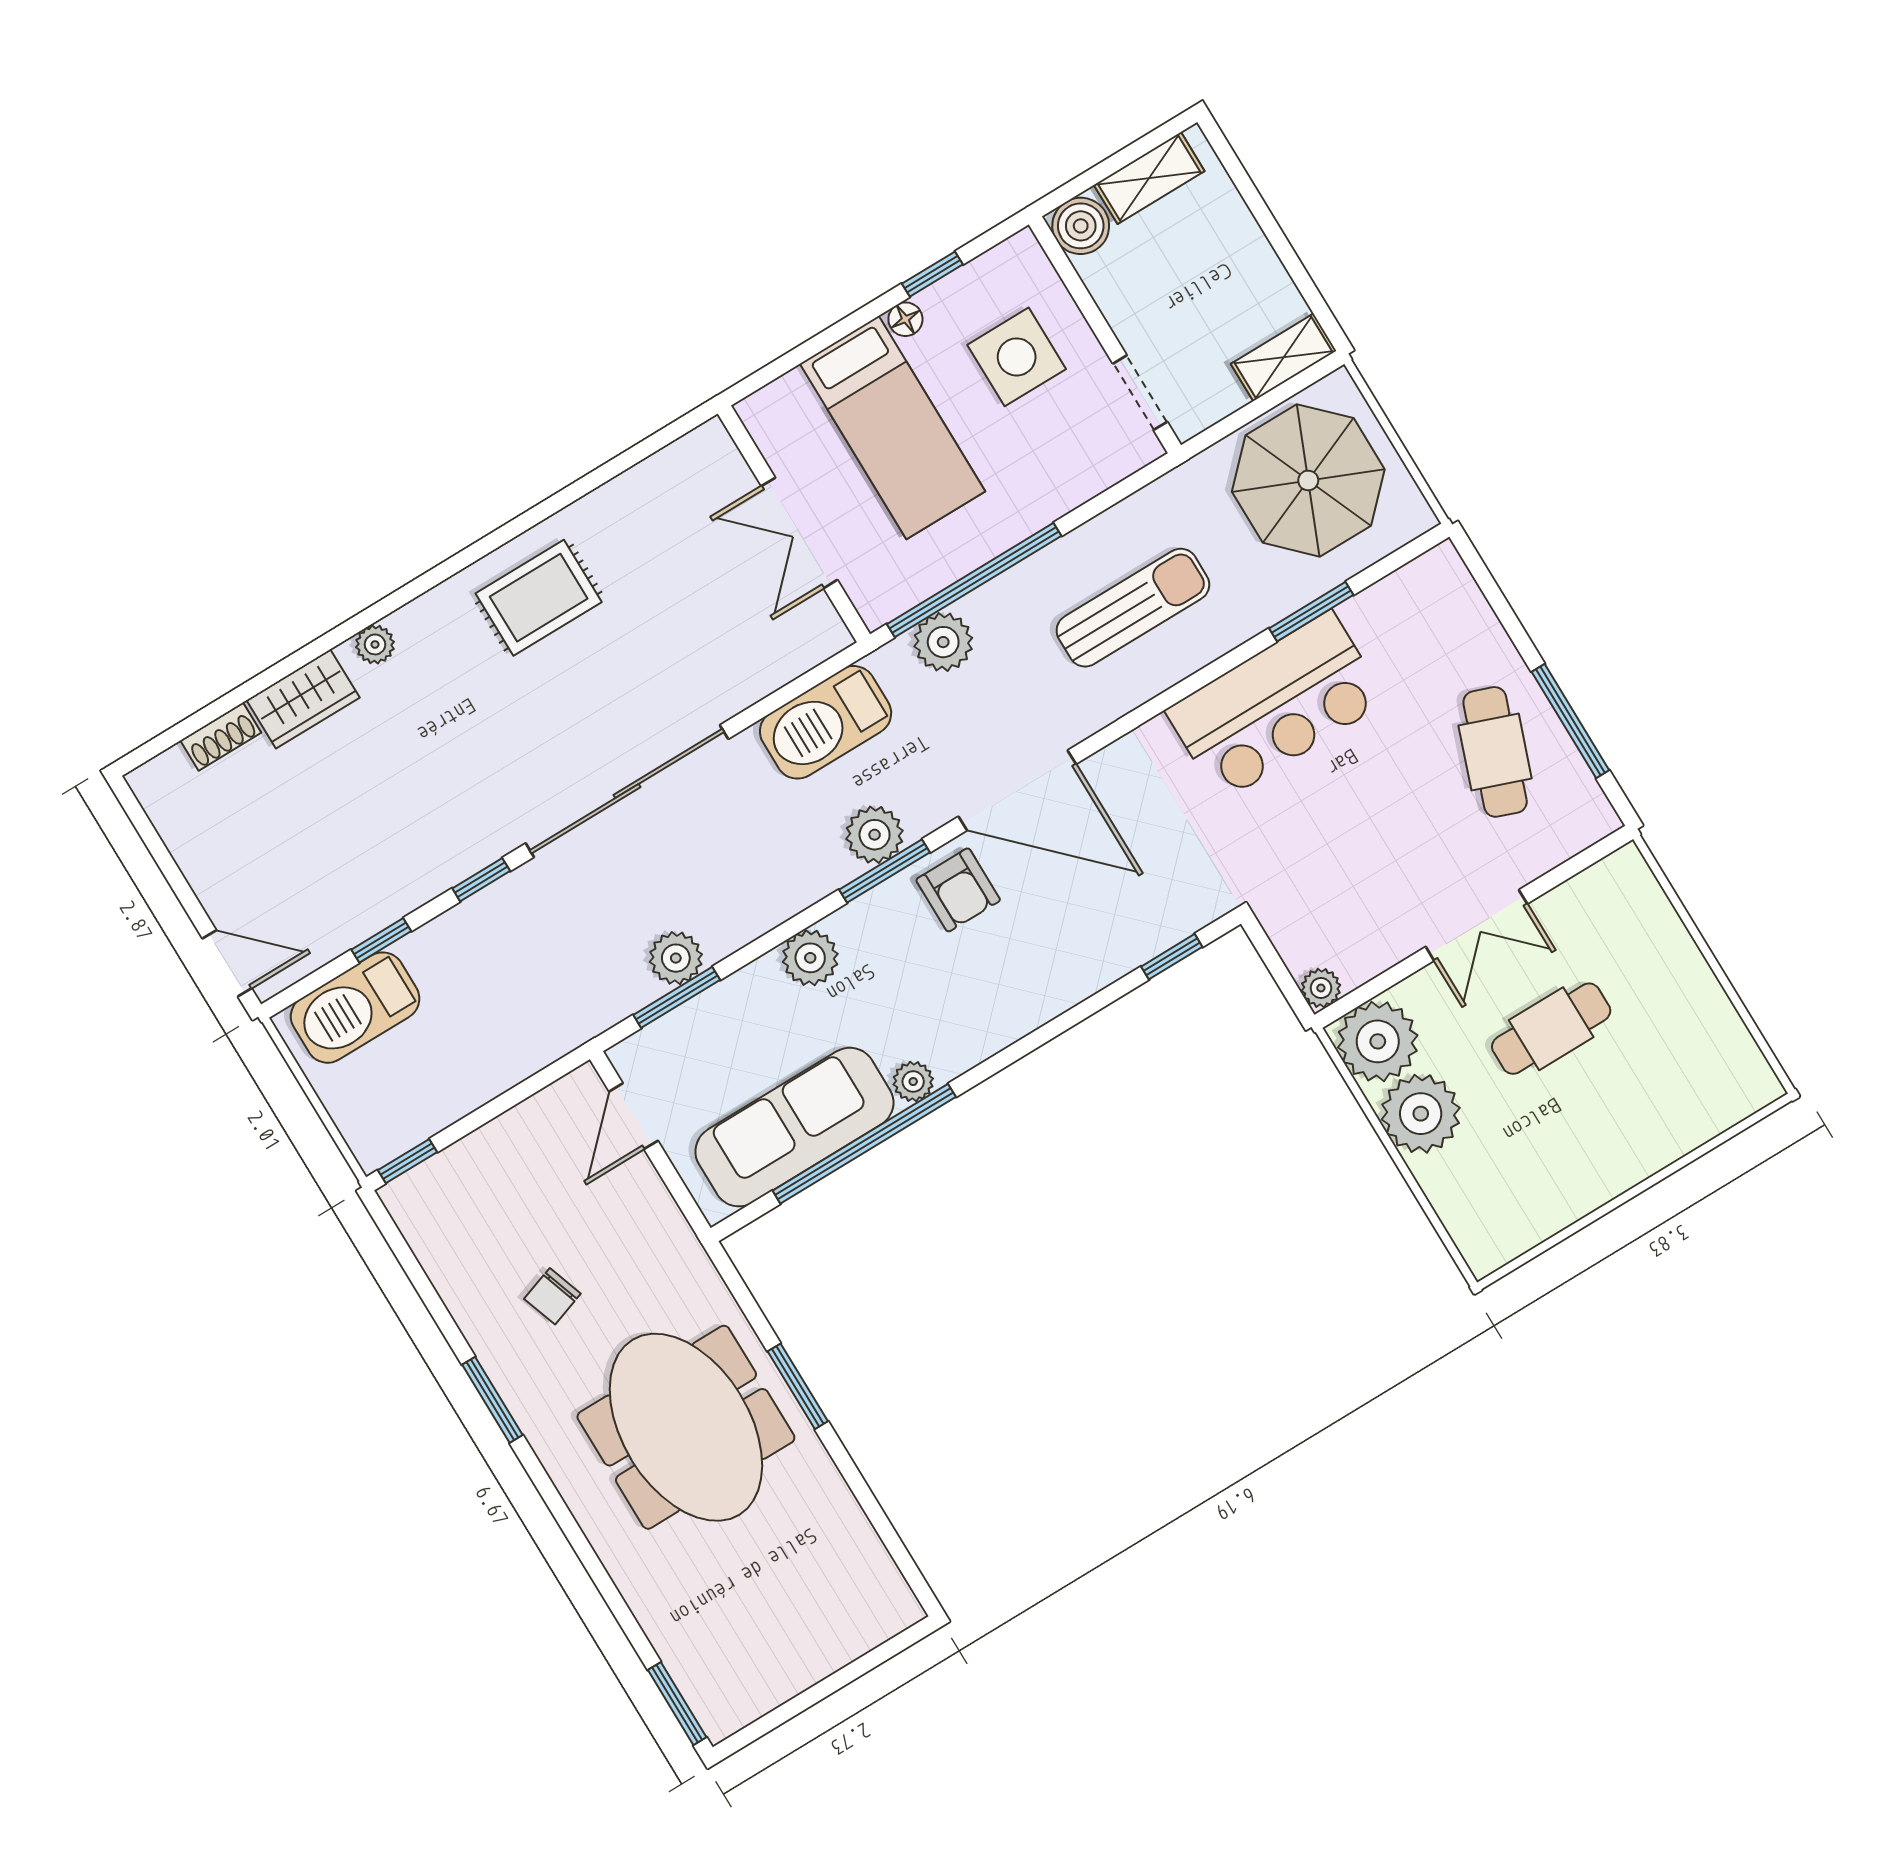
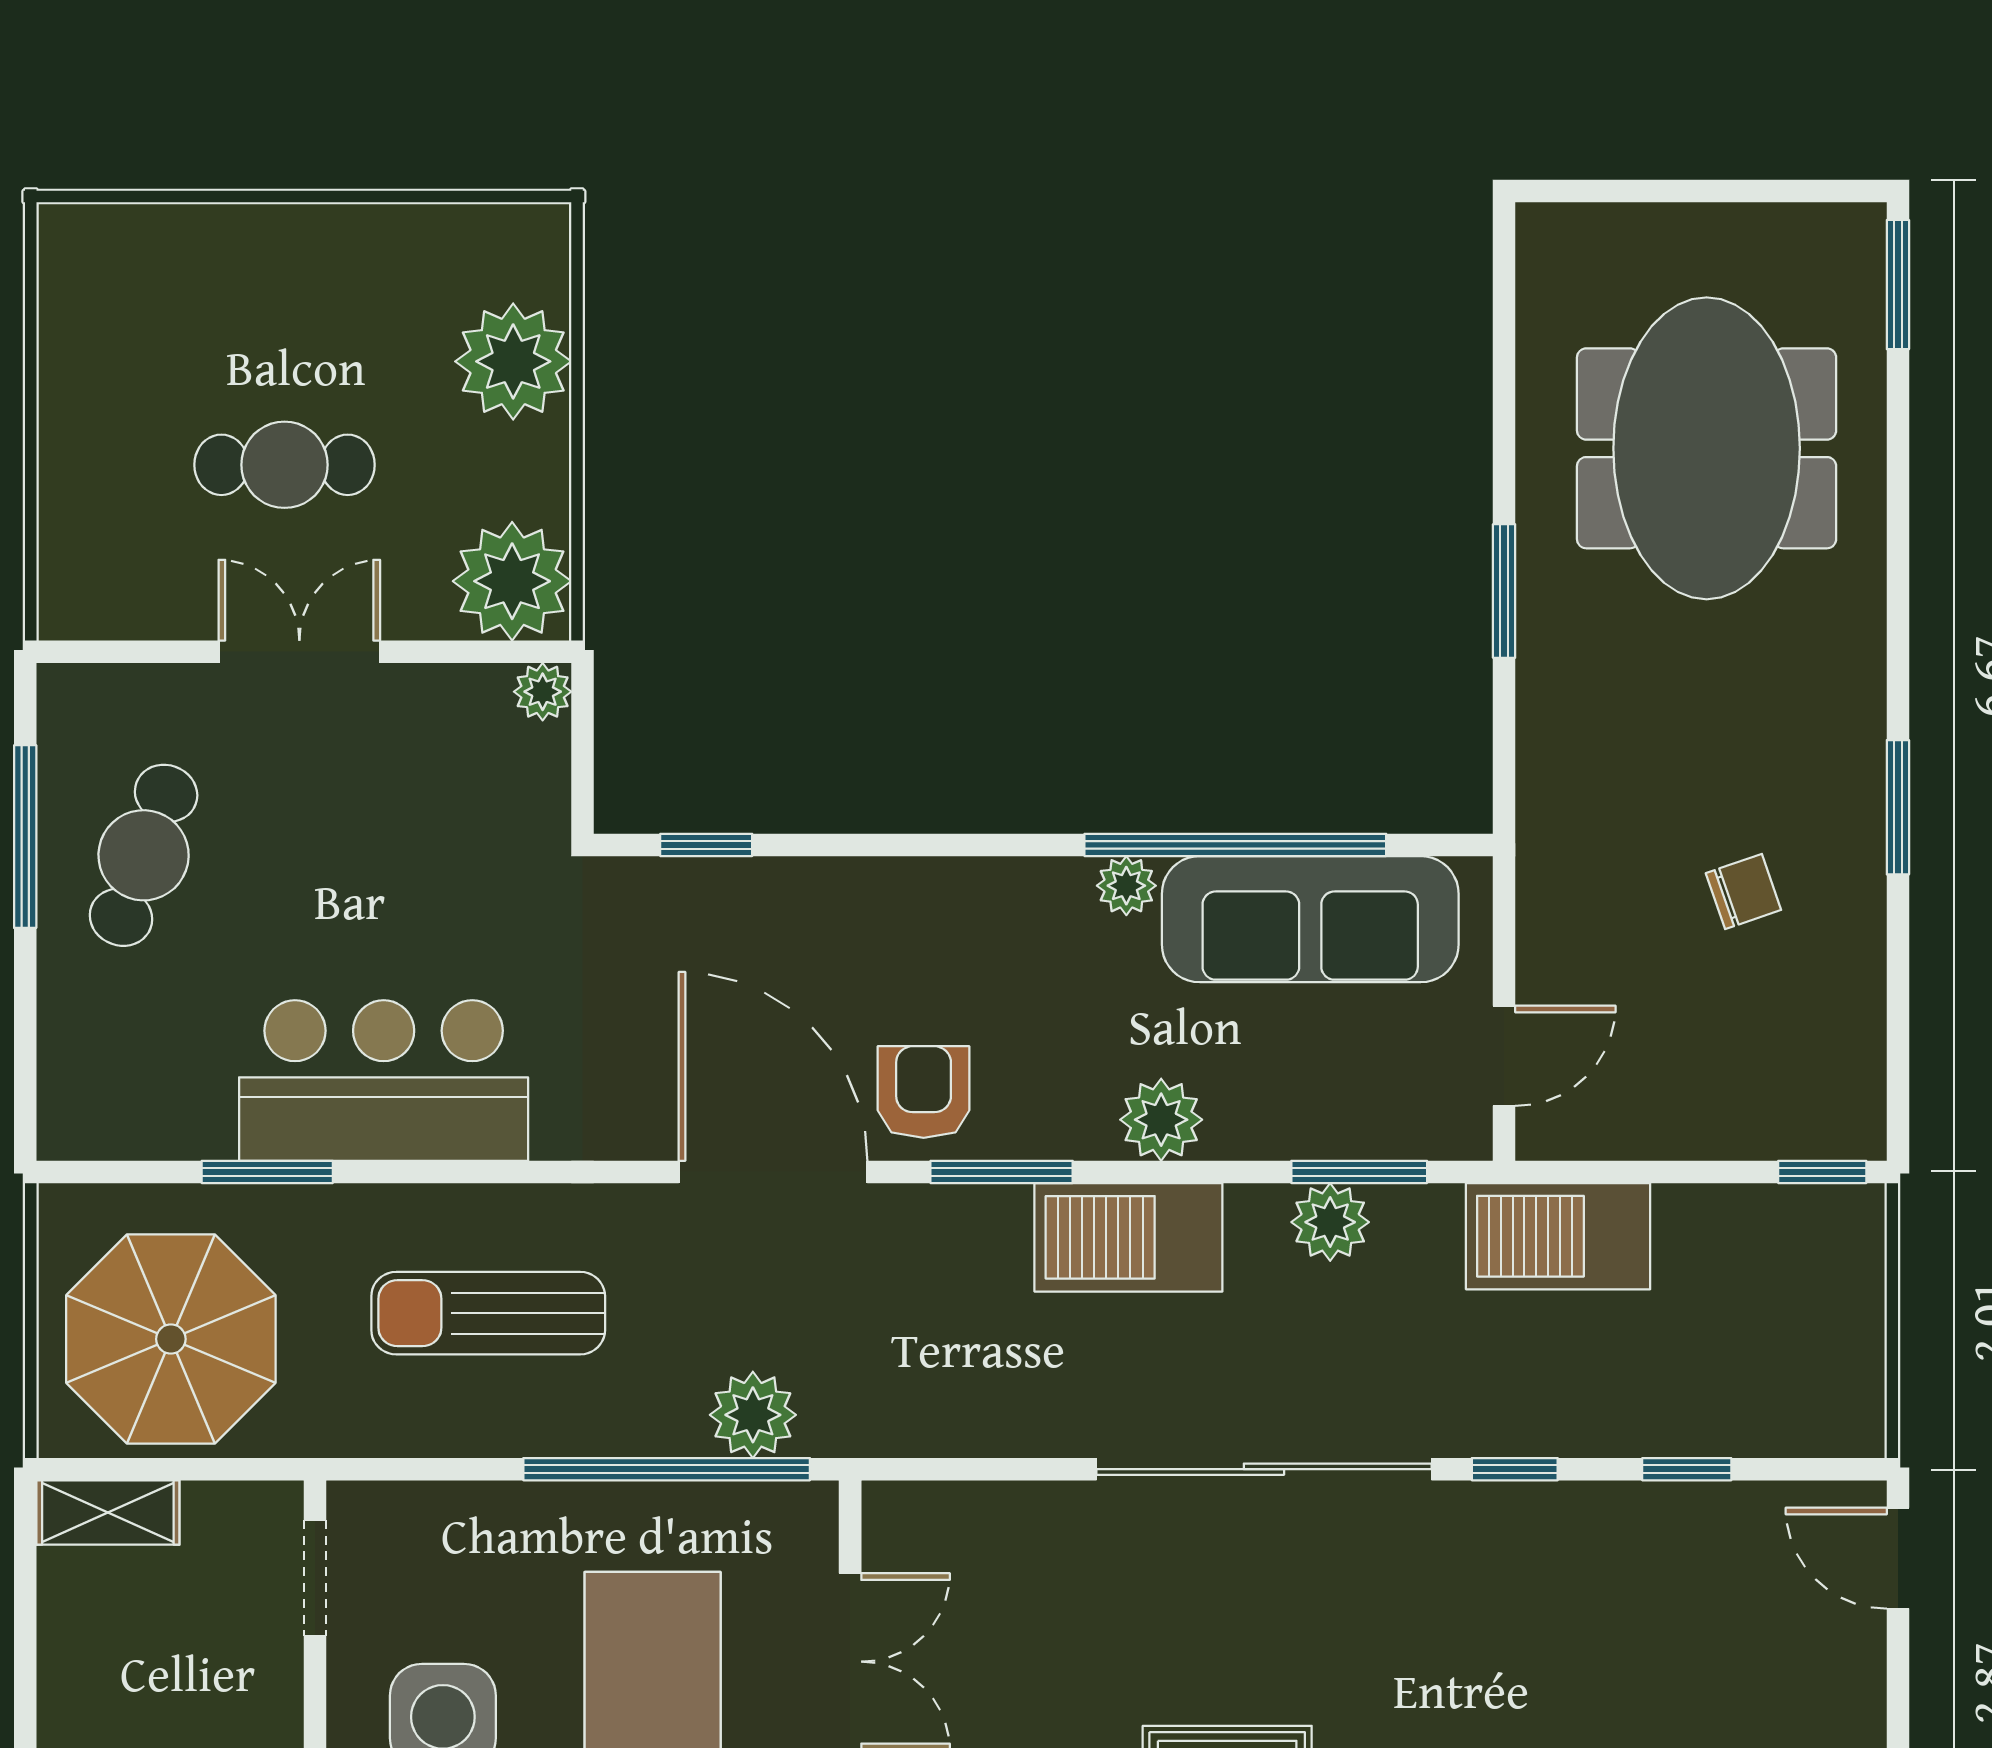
barbecue: (826, 722) -> (1128, 1237), moved, turned 180
plant: (875, 835) -> (986, 1225), removed
barbecue: (355, 1008) -> (1558, 1236), moved, turned 180
plant: (1421, 1114) -> (513, 361), moved
meeting table: (686, 1427) -> (1707, 448), moved

